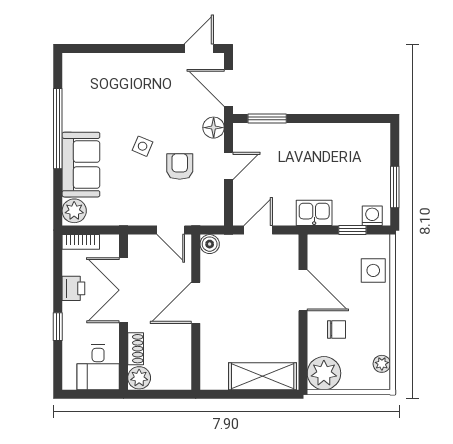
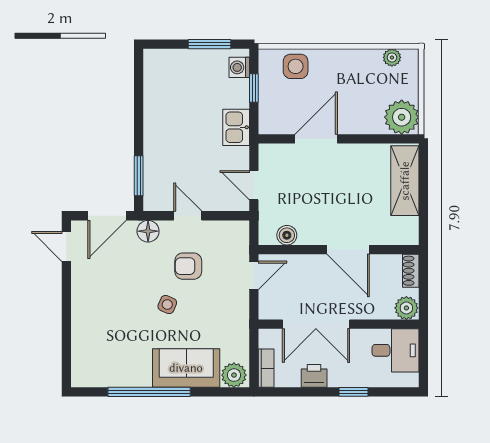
boiler: (210, 244) -> (287, 235), moved
door: (196, 303) -> (348, 250), moved
chair: (337, 330) -> (357, 104), removed
shoe rack: (136, 349) -> (411, 271), moved, turned -90

